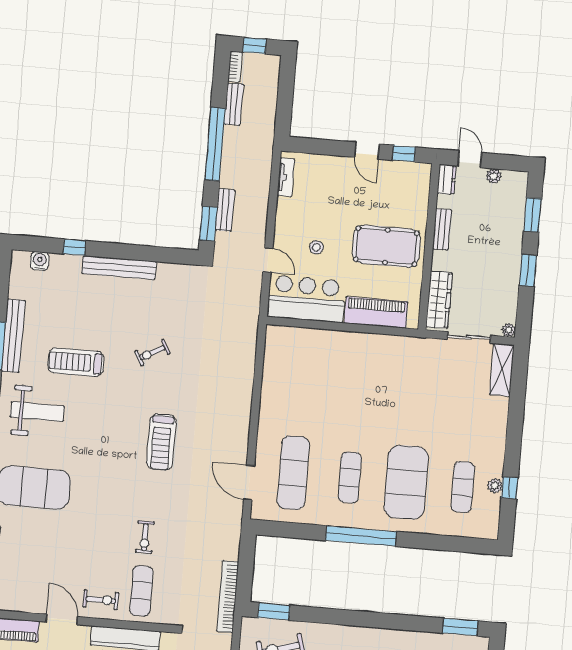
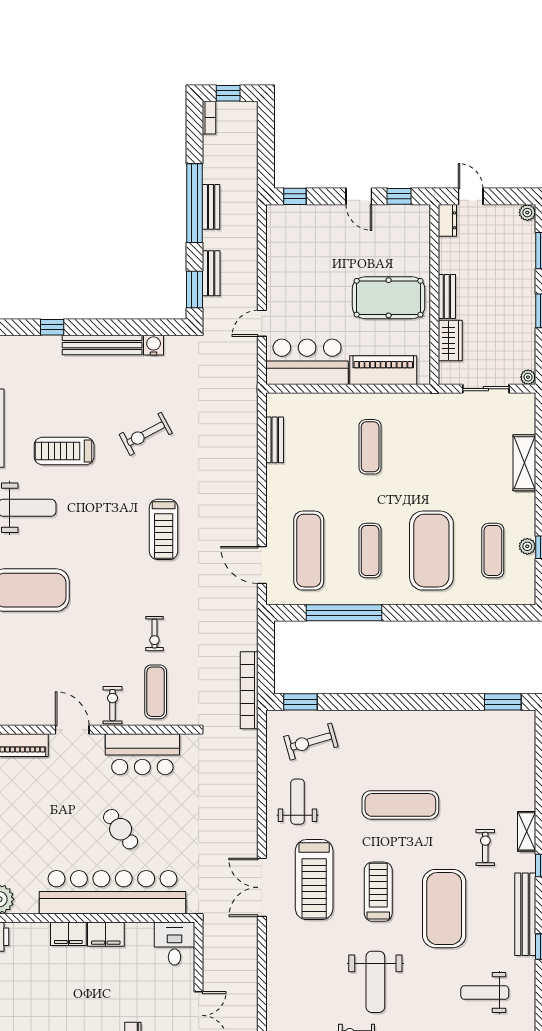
bench: (234, 104) -> (211, 207), moved
window: (308, 146) -> (295, 196), added
plant: (494, 176) -> (527, 213), moved
tv unit: (286, 177) -> (274, 233), removed
bench: (442, 229) -> (447, 297), moved
stool: (316, 247) -> (313, 305), removed
door: (268, 260) -> (262, 323), swing flipped
water cooler: (40, 261) -> (154, 345), moved
wardrobe: (439, 300) -> (450, 341), width x0.67
exercise bike: (152, 353) -> (146, 434), width x1.38, depth x1.39
bench: (271, 368) -> (275, 440), added
shelving: (502, 370) -> (524, 463), moved
exercise mat: (358, 382) -> (370, 447), added
window: (361, 536) -> (344, 613), moved
exercise bike: (101, 600) -> (112, 705), turned -90

